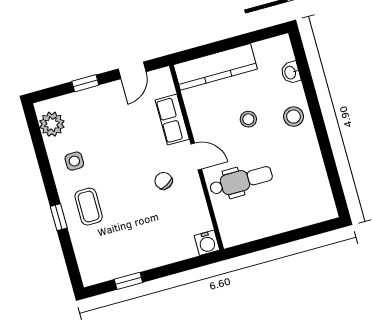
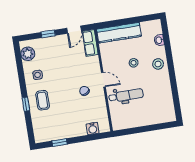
row of seats: (172, 120) -> (90, 43), moved
water cooler: (207, 243) -> (93, 129), moved

